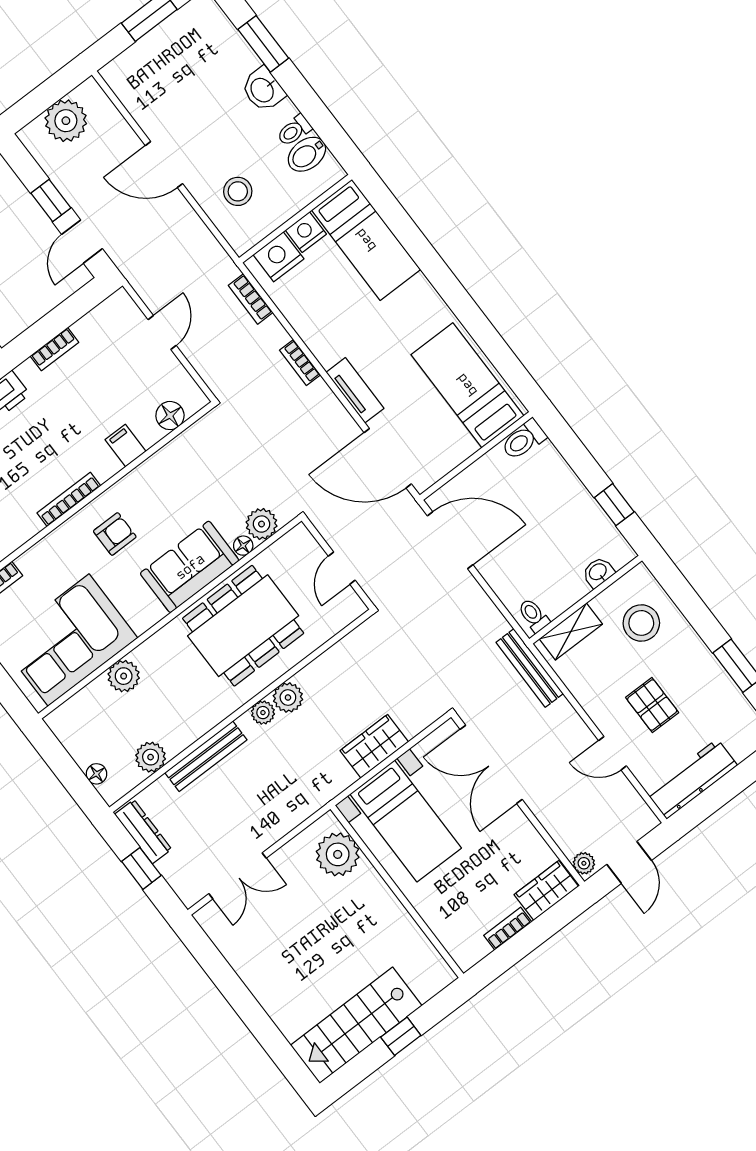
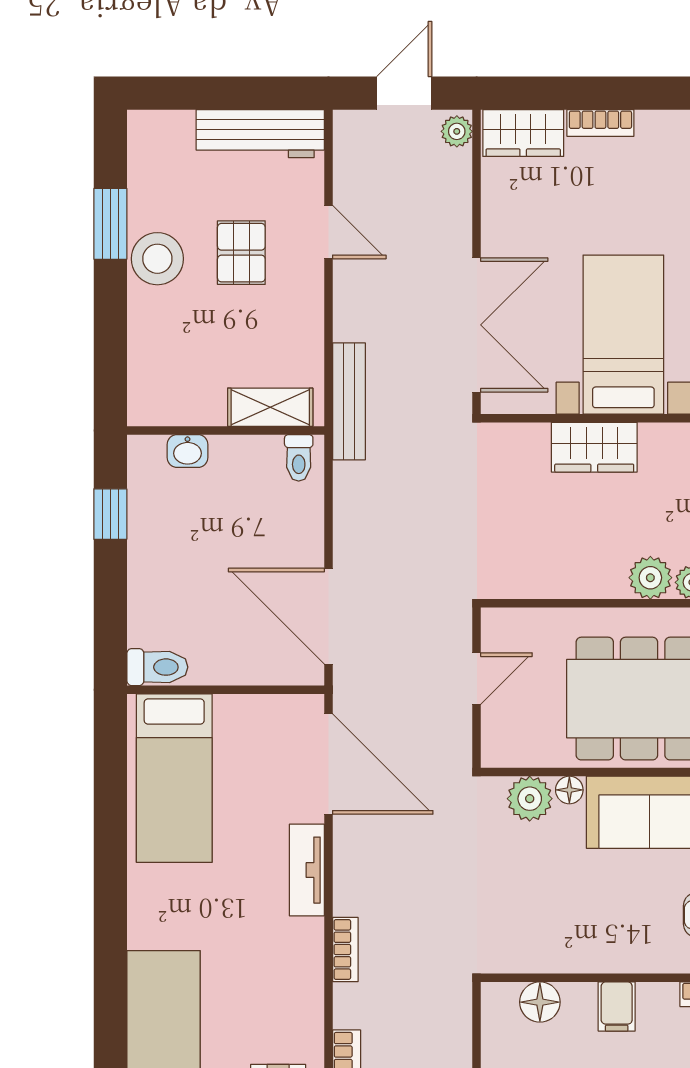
stool: (641, 623) -> (157, 259), moved

